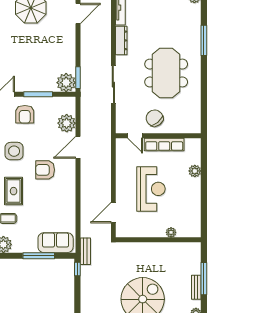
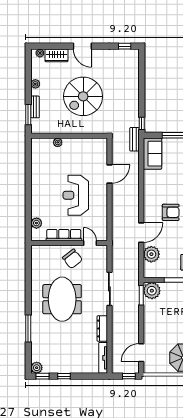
plant: (195, 171) -> (36, 223), moved
plant: (171, 232) -> (58, 142), moved
wall: (158, 240) -> (69, 136), moved
sofa: (56, 243) -> (152, 154), moved, turned -90
window: (204, 279) -> (28, 115), width x0.69

